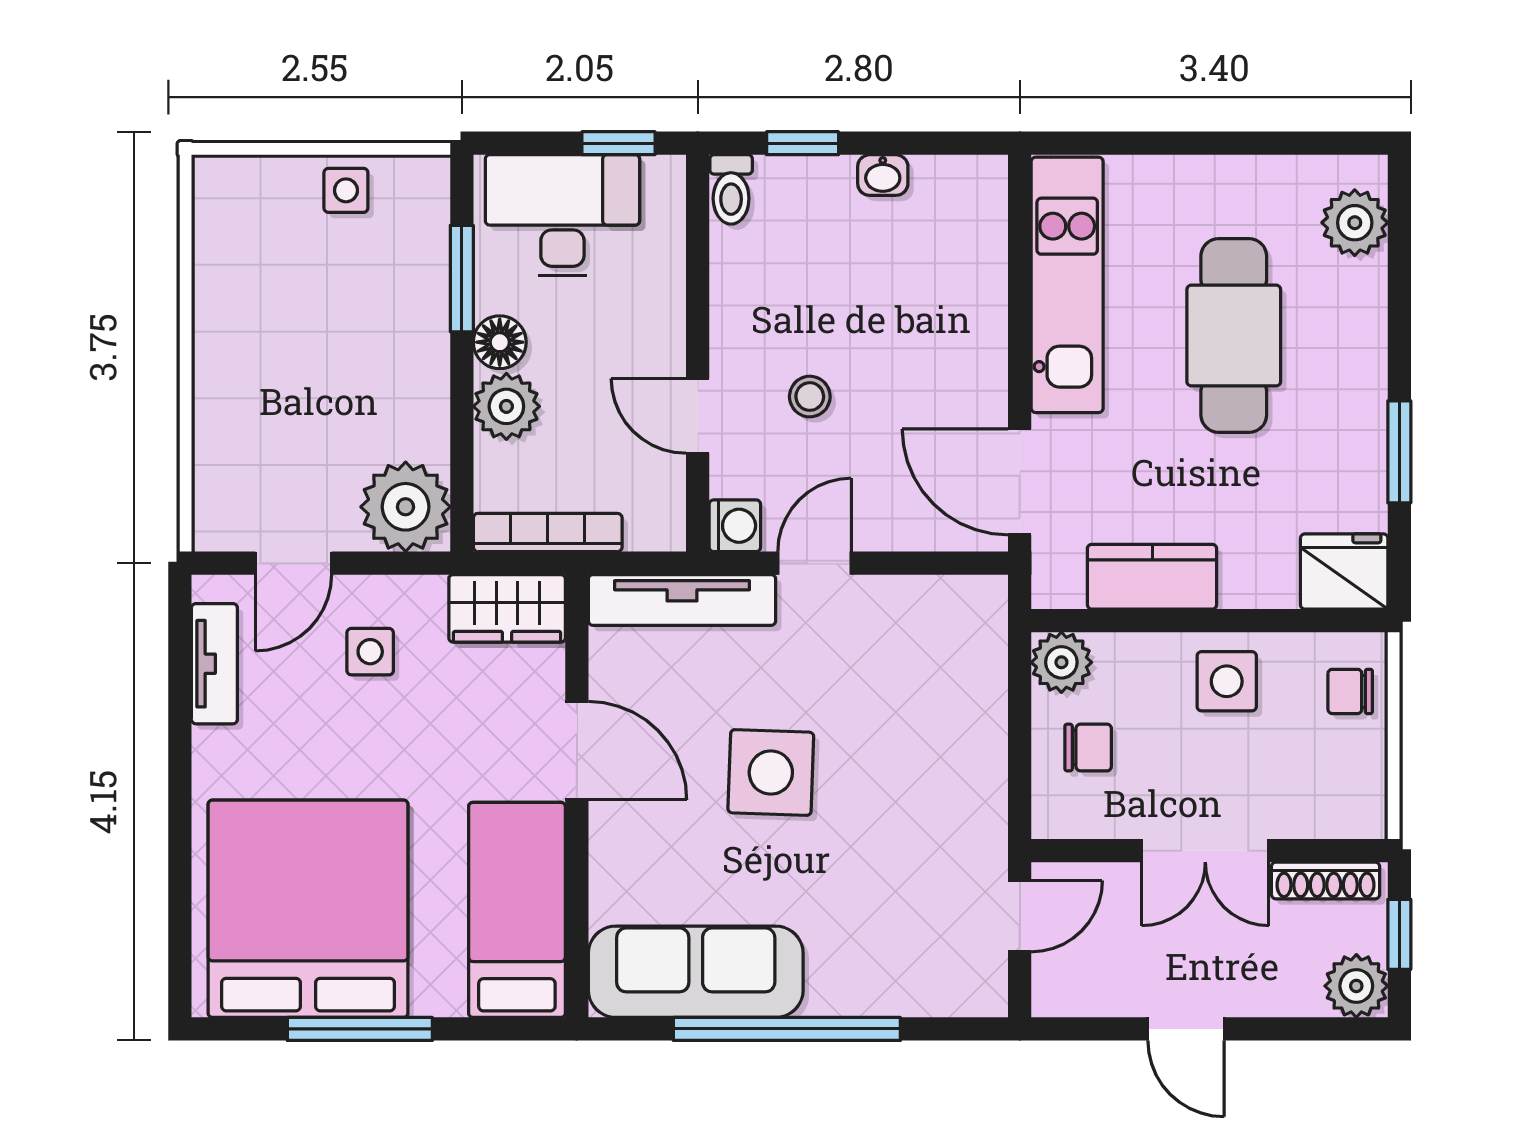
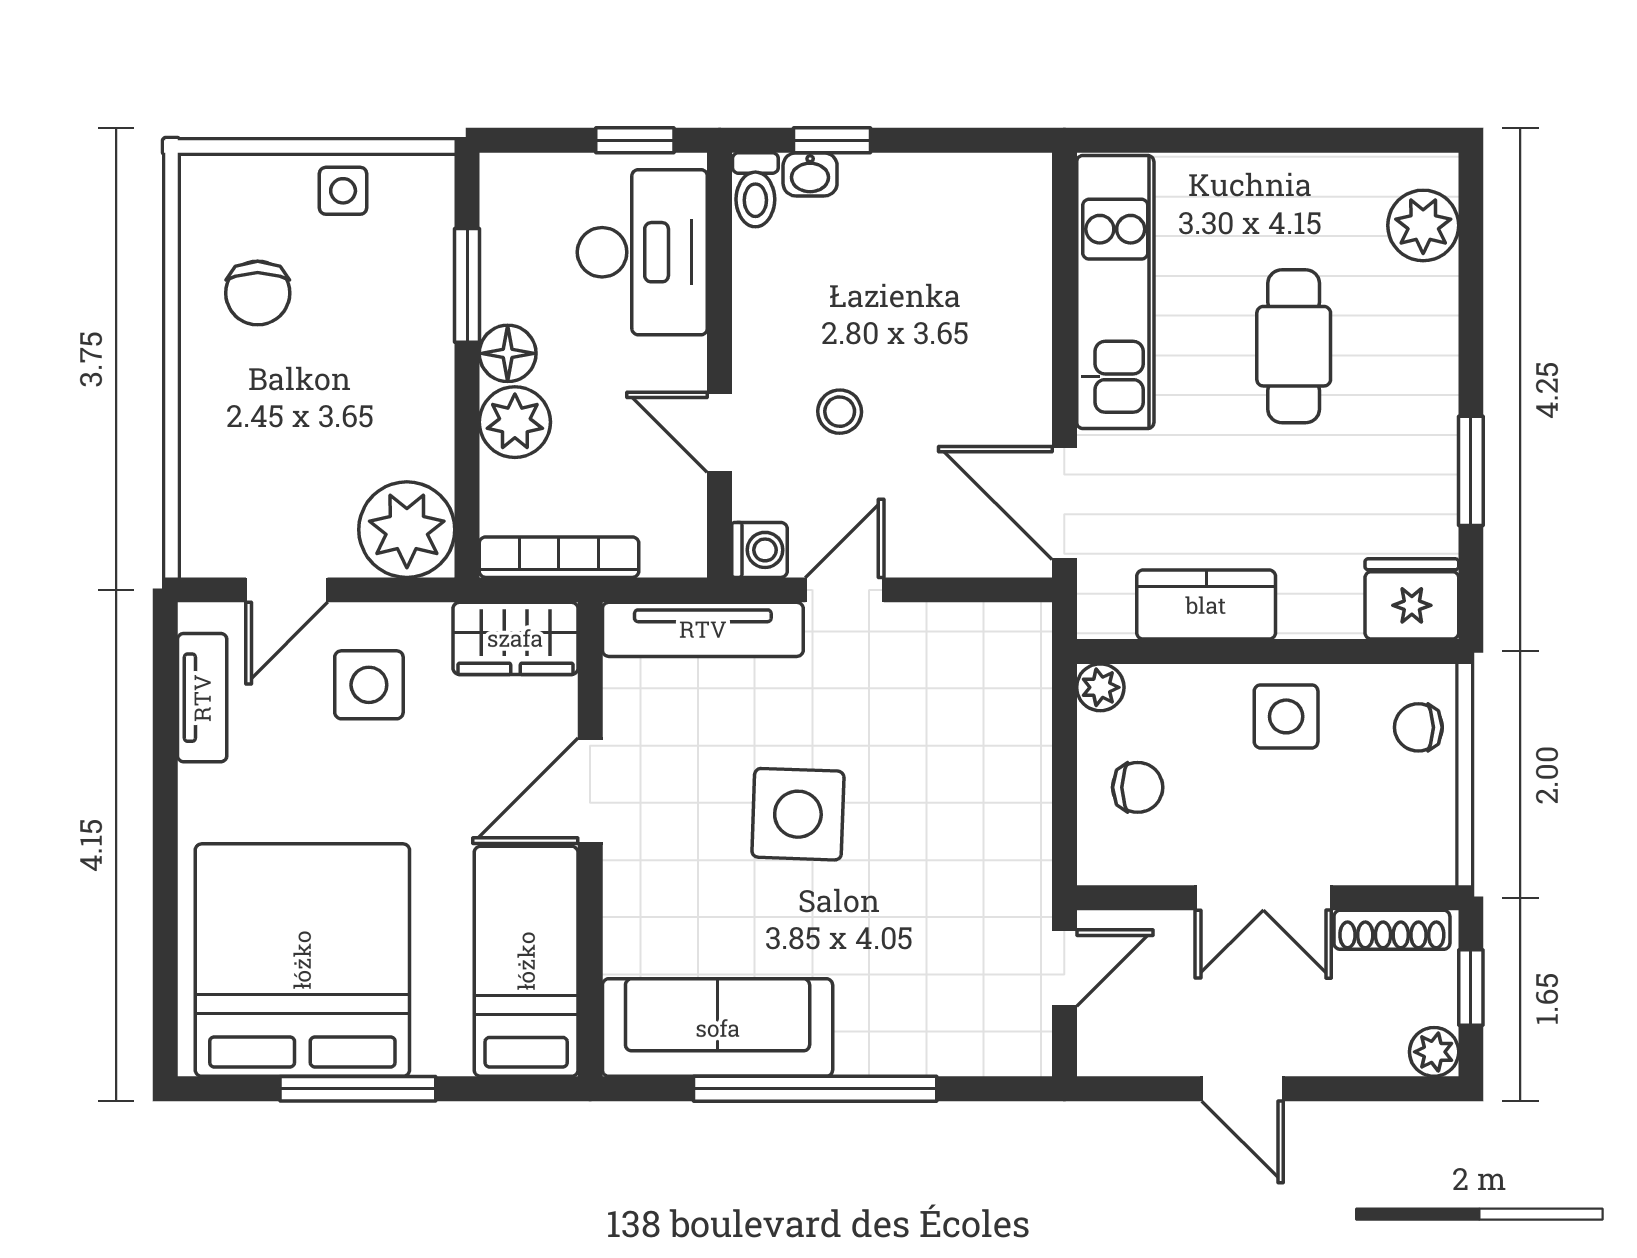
washbasin: (883, 175) -> (810, 174), moved
desk: (562, 215) -> (642, 252), moved, turned 90
chair: (266, 286) -> (258, 293), added
cafe table: (1234, 336) -> (1294, 346), width x0.73, depth x0.74
side table: (370, 652) -> (369, 685), width x1.37, depth x1.37
plant: (1061, 662) -> (1100, 687), width x0.73, depth x0.73
door: (577, 751) -> (590, 791), swing flipped
plant: (1356, 986) -> (1434, 1052), width x0.73, depth x0.73

